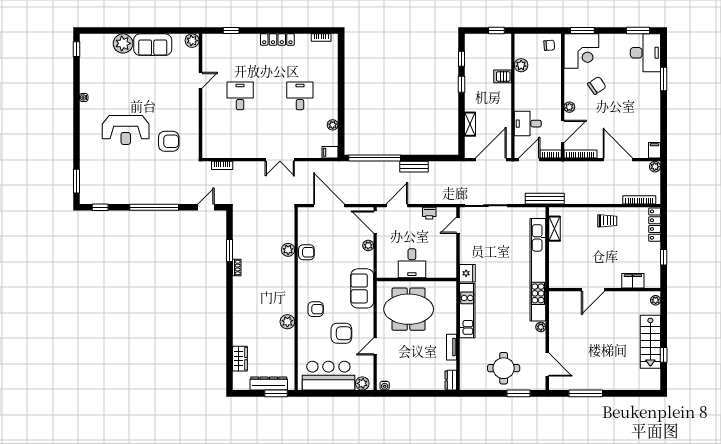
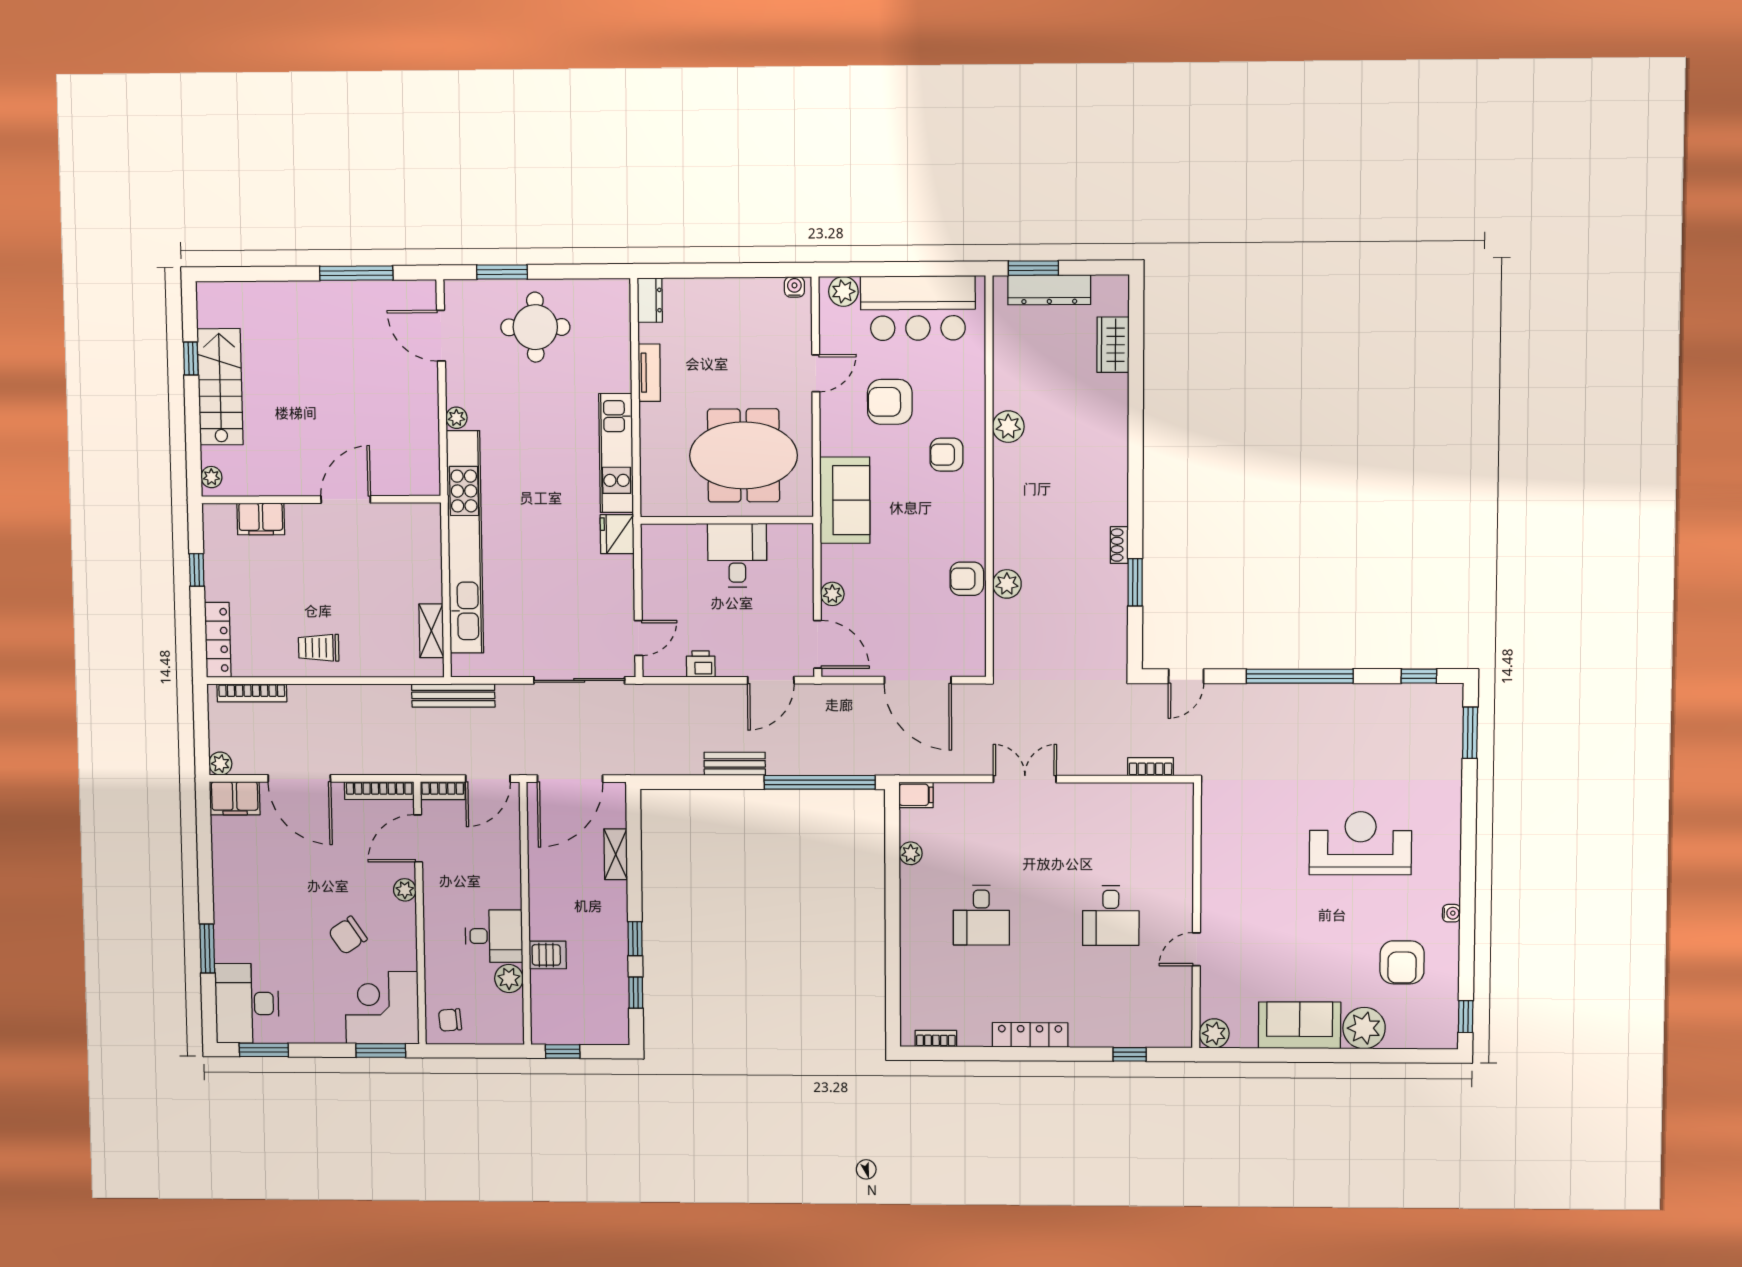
desk: (528, 124) -> (494, 936), moved
armchair: (169, 141) -> (1402, 962), moved, turned -90
filing cabinet: (655, 150) -> (235, 798), width x2.00

